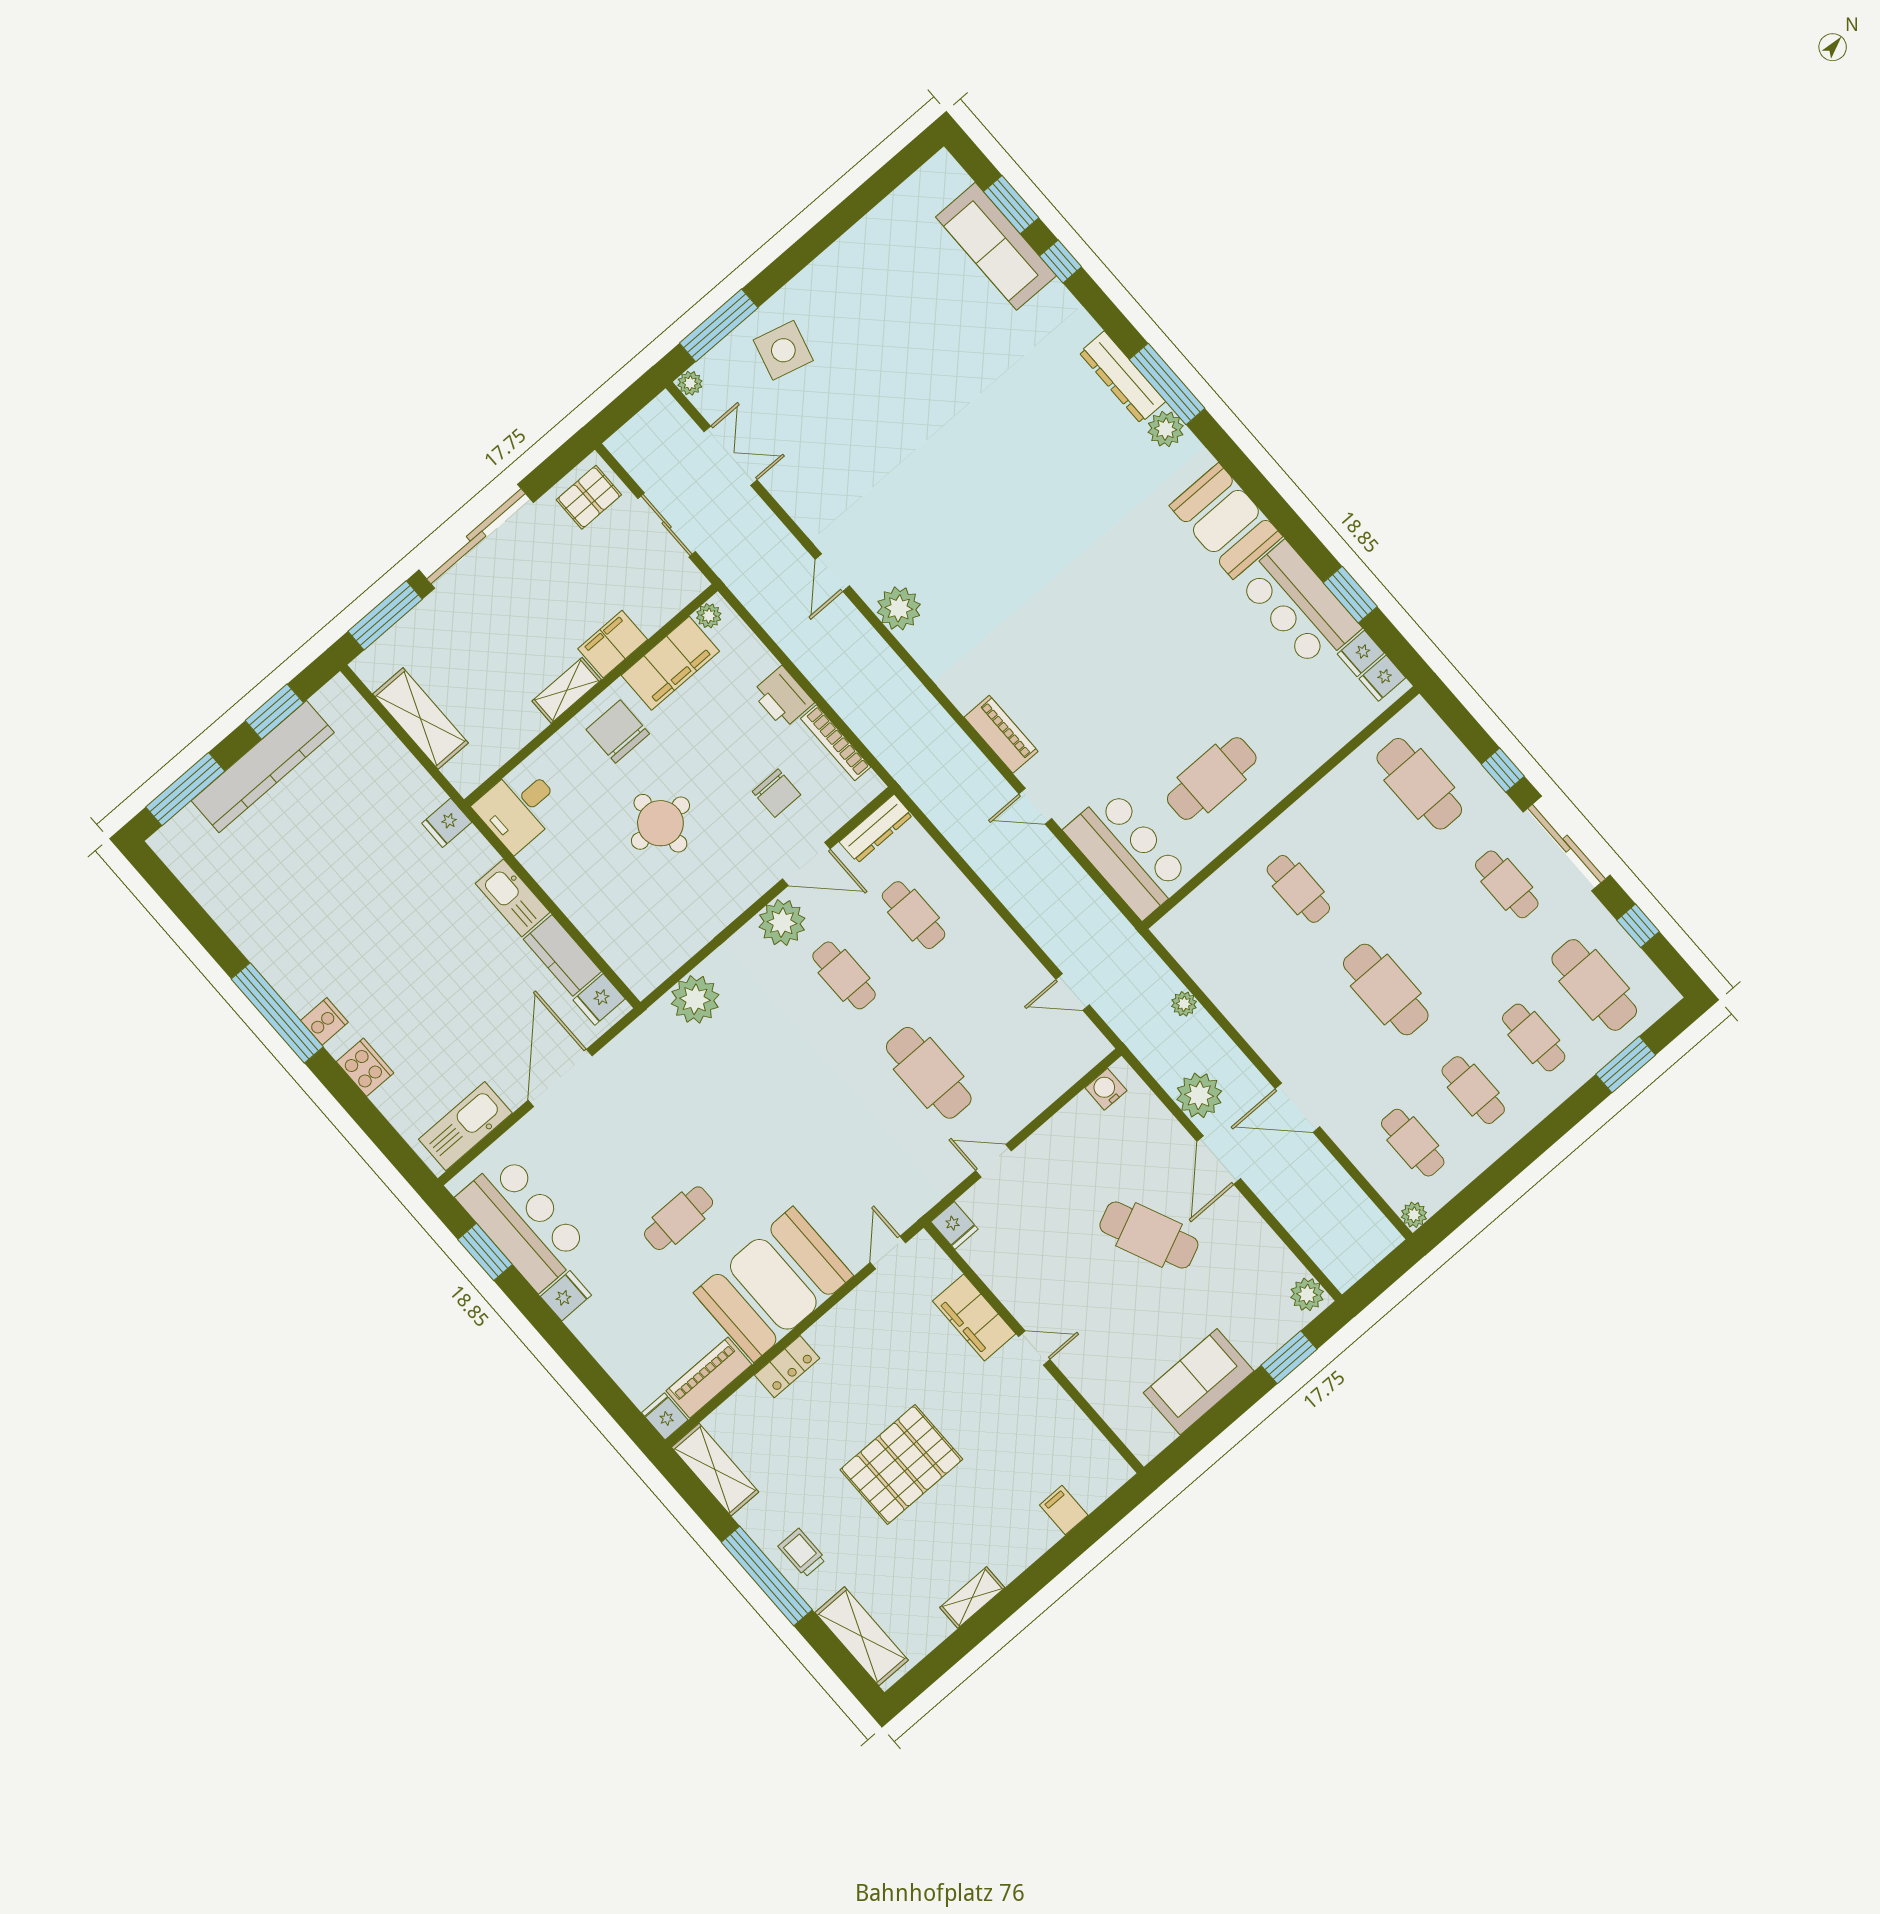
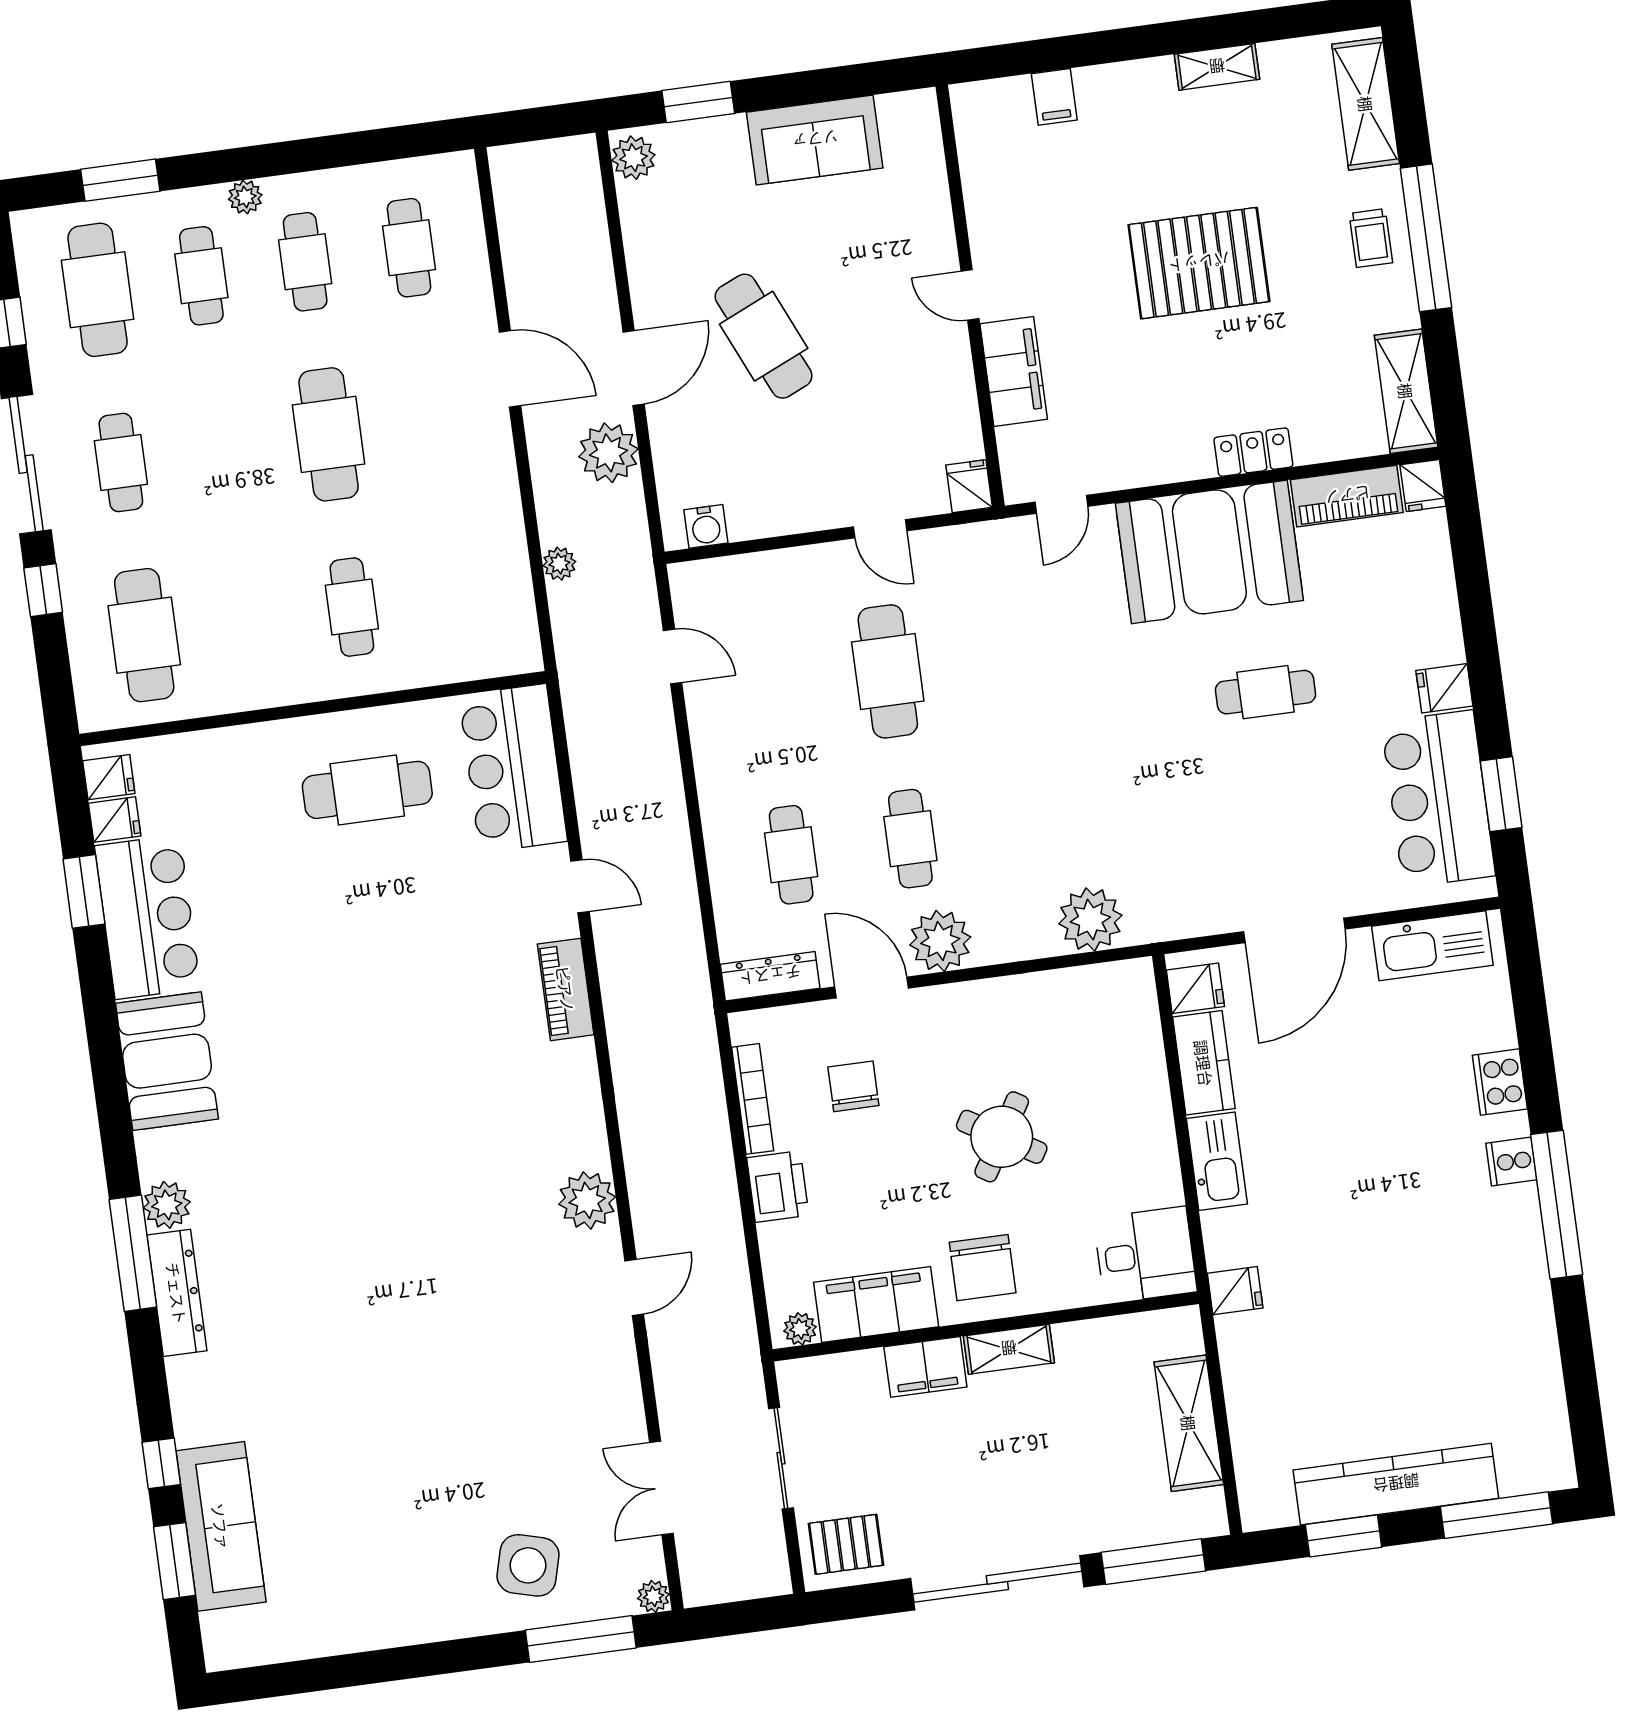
round table: (660, 823) -> (1002, 1137), turned 31
plant: (1414, 1215) -> (245, 197), moved

